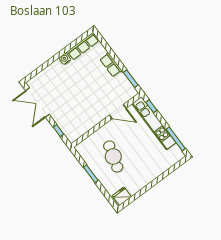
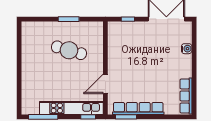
water cooler: (65, 59) -> (187, 49), moved
row of seats: (111, 65) -> (138, 109), width x2.02
fridge: (122, 196) -> (28, 32), removed

